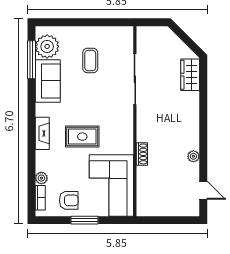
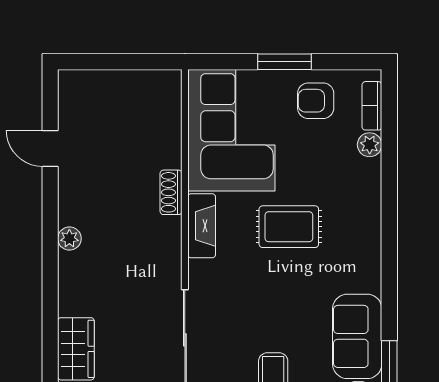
fireplace: (42, 133) -> (202, 226), moved, turned 180
plant: (193, 156) -> (69, 239), moved
door: (203, 190) -> (50, 148), moved

